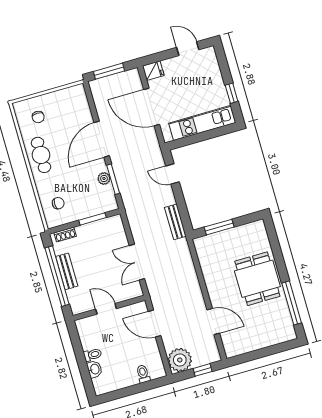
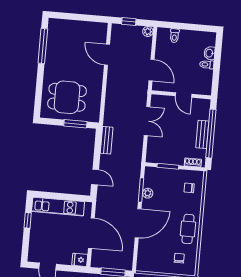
dining table: (257, 279) -> (67, 97), moved, turned 90
plant: (180, 360) -> (148, 31), width x0.53, depth x0.53

